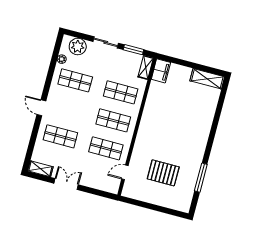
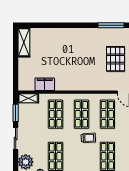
filing cabinet: (161, 71) -> (45, 84), moved
trolley: (86, 121) -> (88, 138), added

